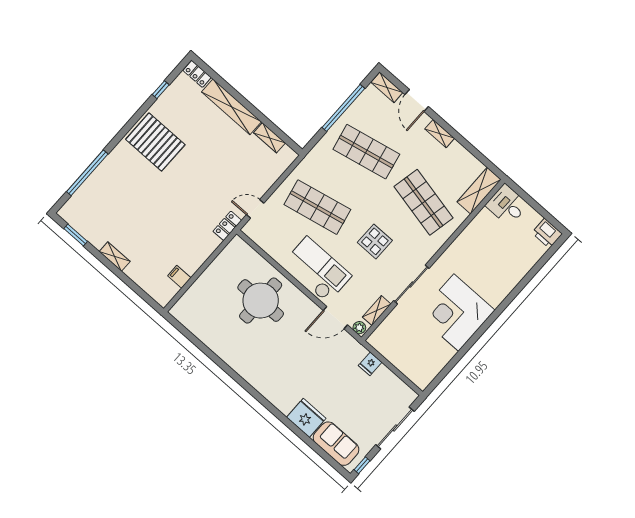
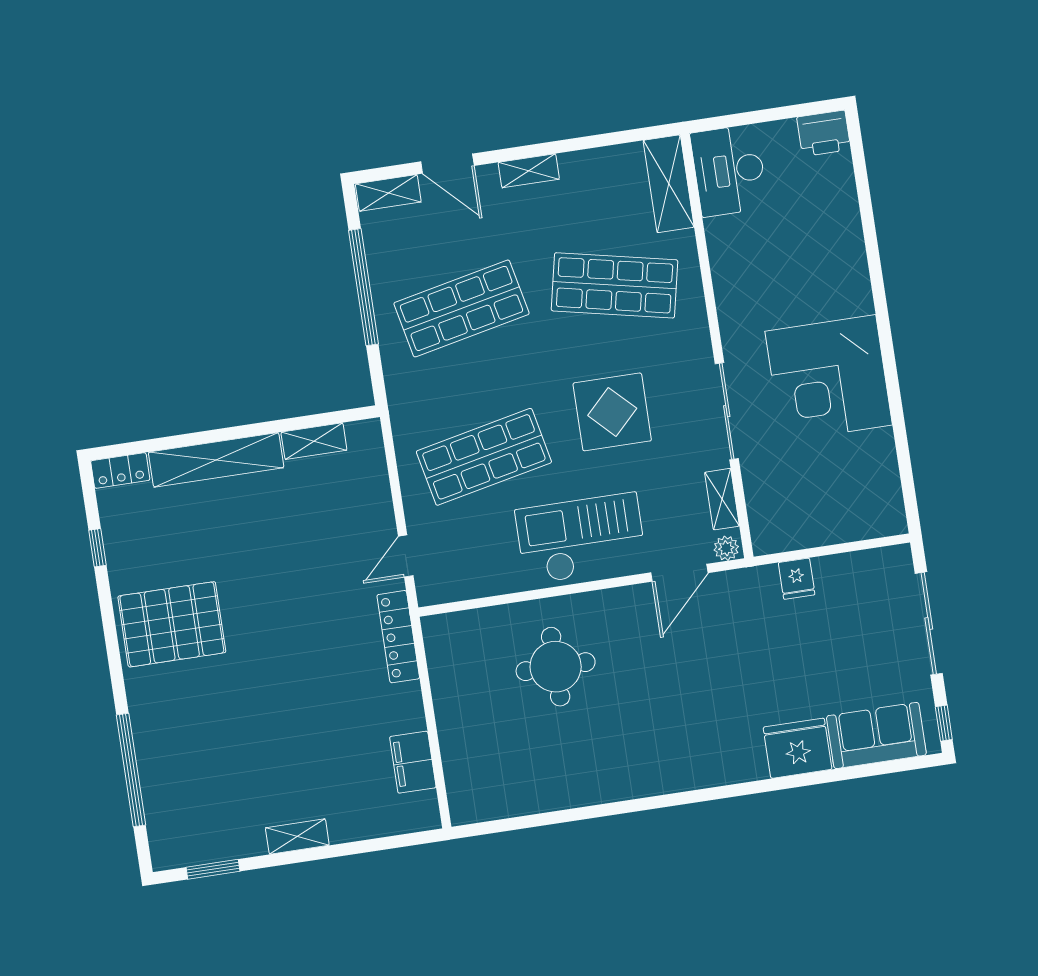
desk: (507, 205) -> (729, 171), width x1.37
locker: (227, 226) -> (398, 637), width x1.53
display table: (375, 241) -> (612, 412), width x1.36, depth x1.36
filing cabinet: (179, 277) -> (413, 762), width x2.00
round table: (261, 301) -> (556, 667), width x0.73, depth x0.73

